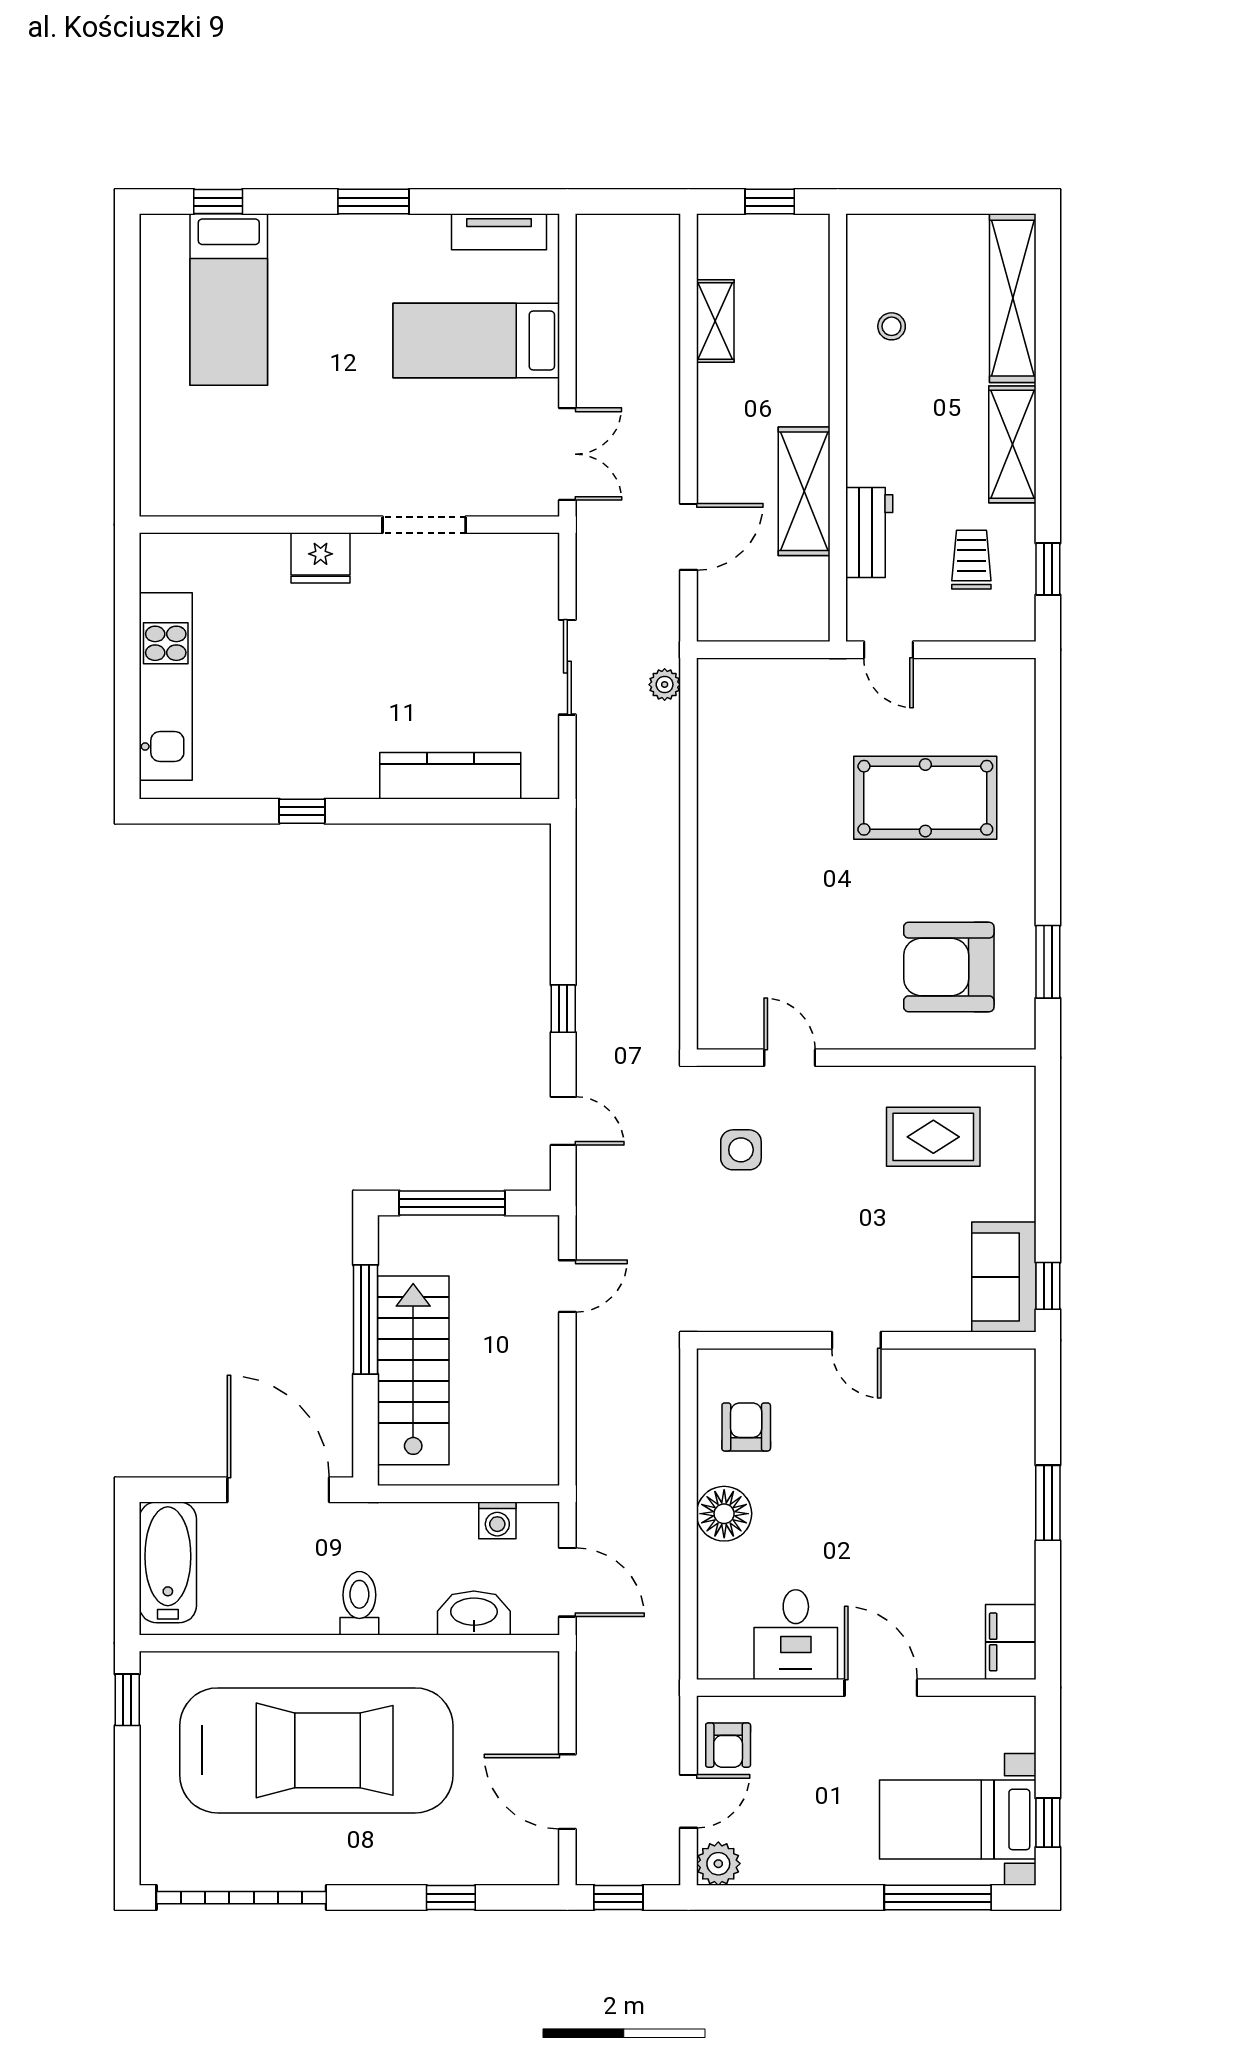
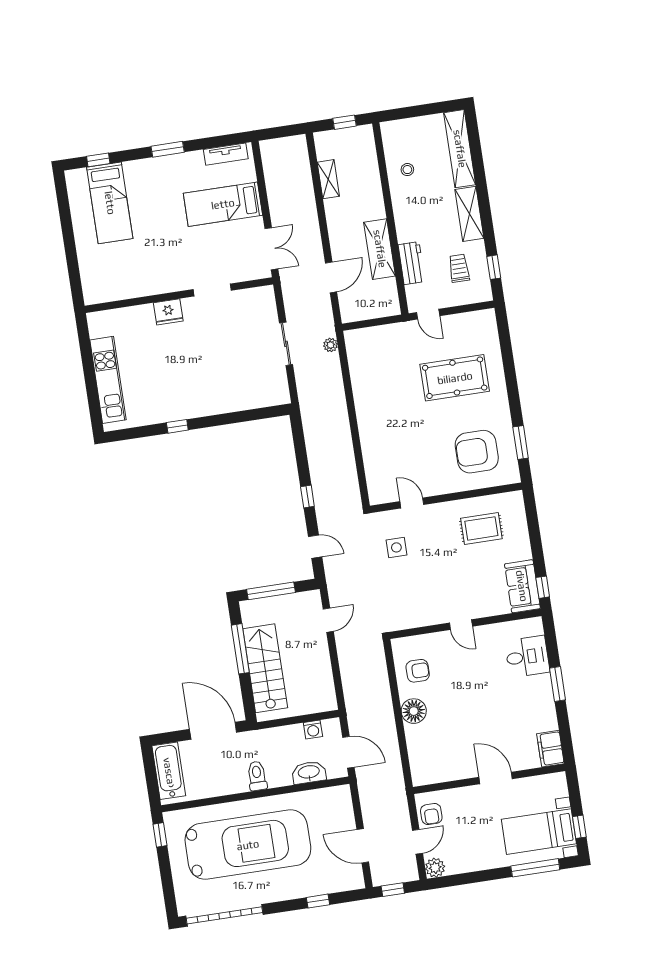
kitchen counter: (450, 776) -> (241, 400), removed
armchair: (746, 1427) -> (418, 671), turned 90
desk: (796, 1635) -> (527, 657), moved, turned -90

